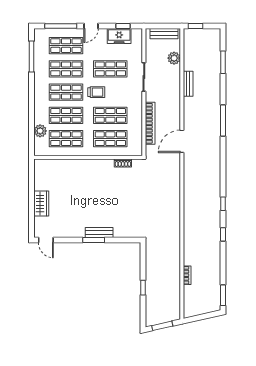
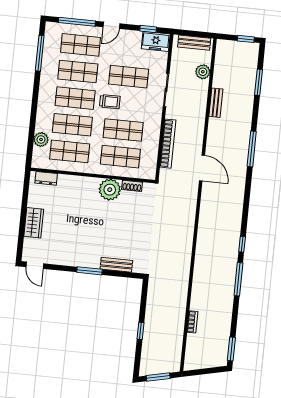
window: (196, 26) -> (246, 39), moved
freezer: (119, 36) -> (156, 41), moved
door: (182, 141) -> (202, 168), swing flipped
dresser: (48, 164) -> (46, 178), added
plant: (104, 168) -> (110, 190), added
bench: (99, 233) -> (116, 265), moved
window: (223, 234) -> (238, 279), width x2.17

